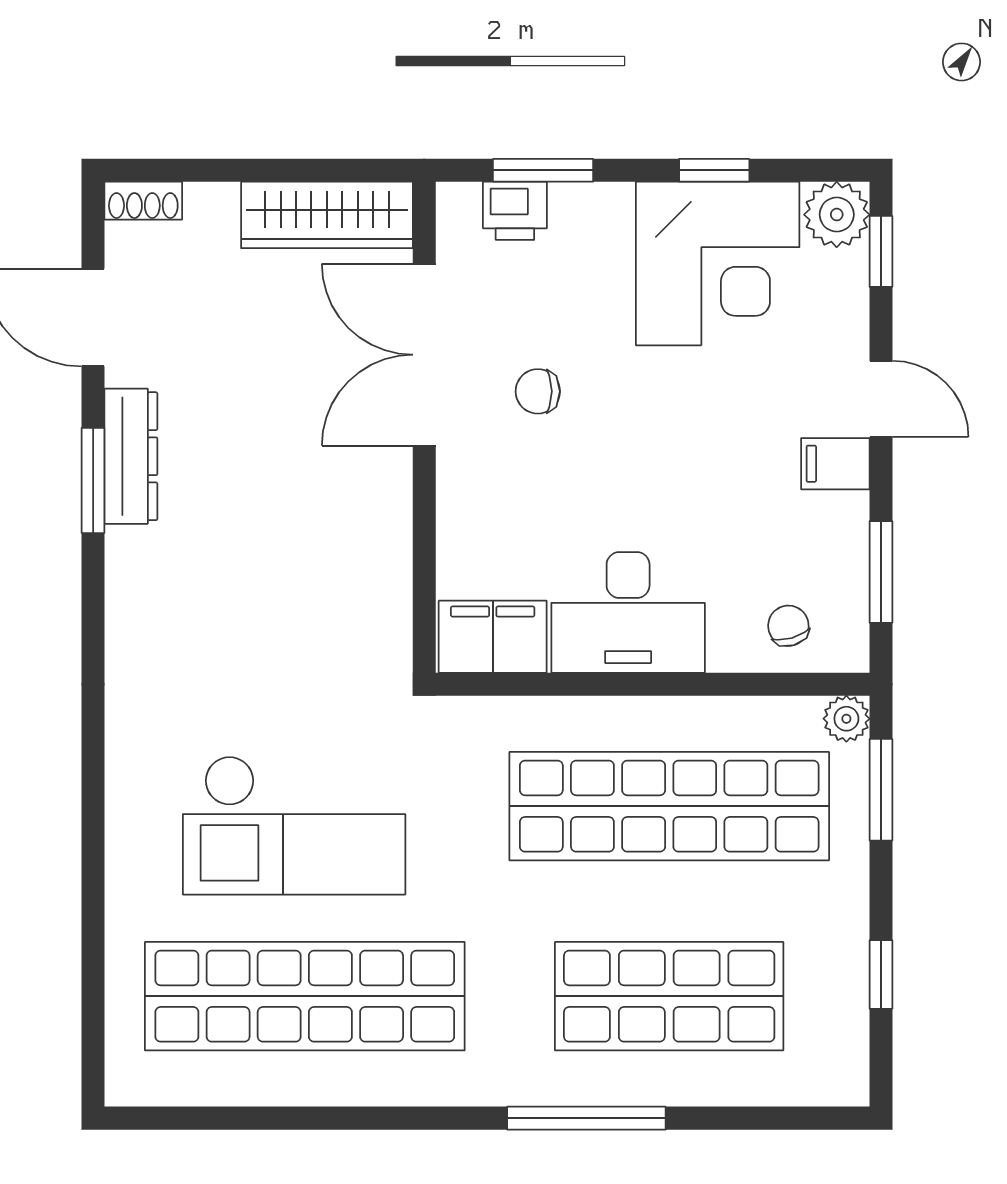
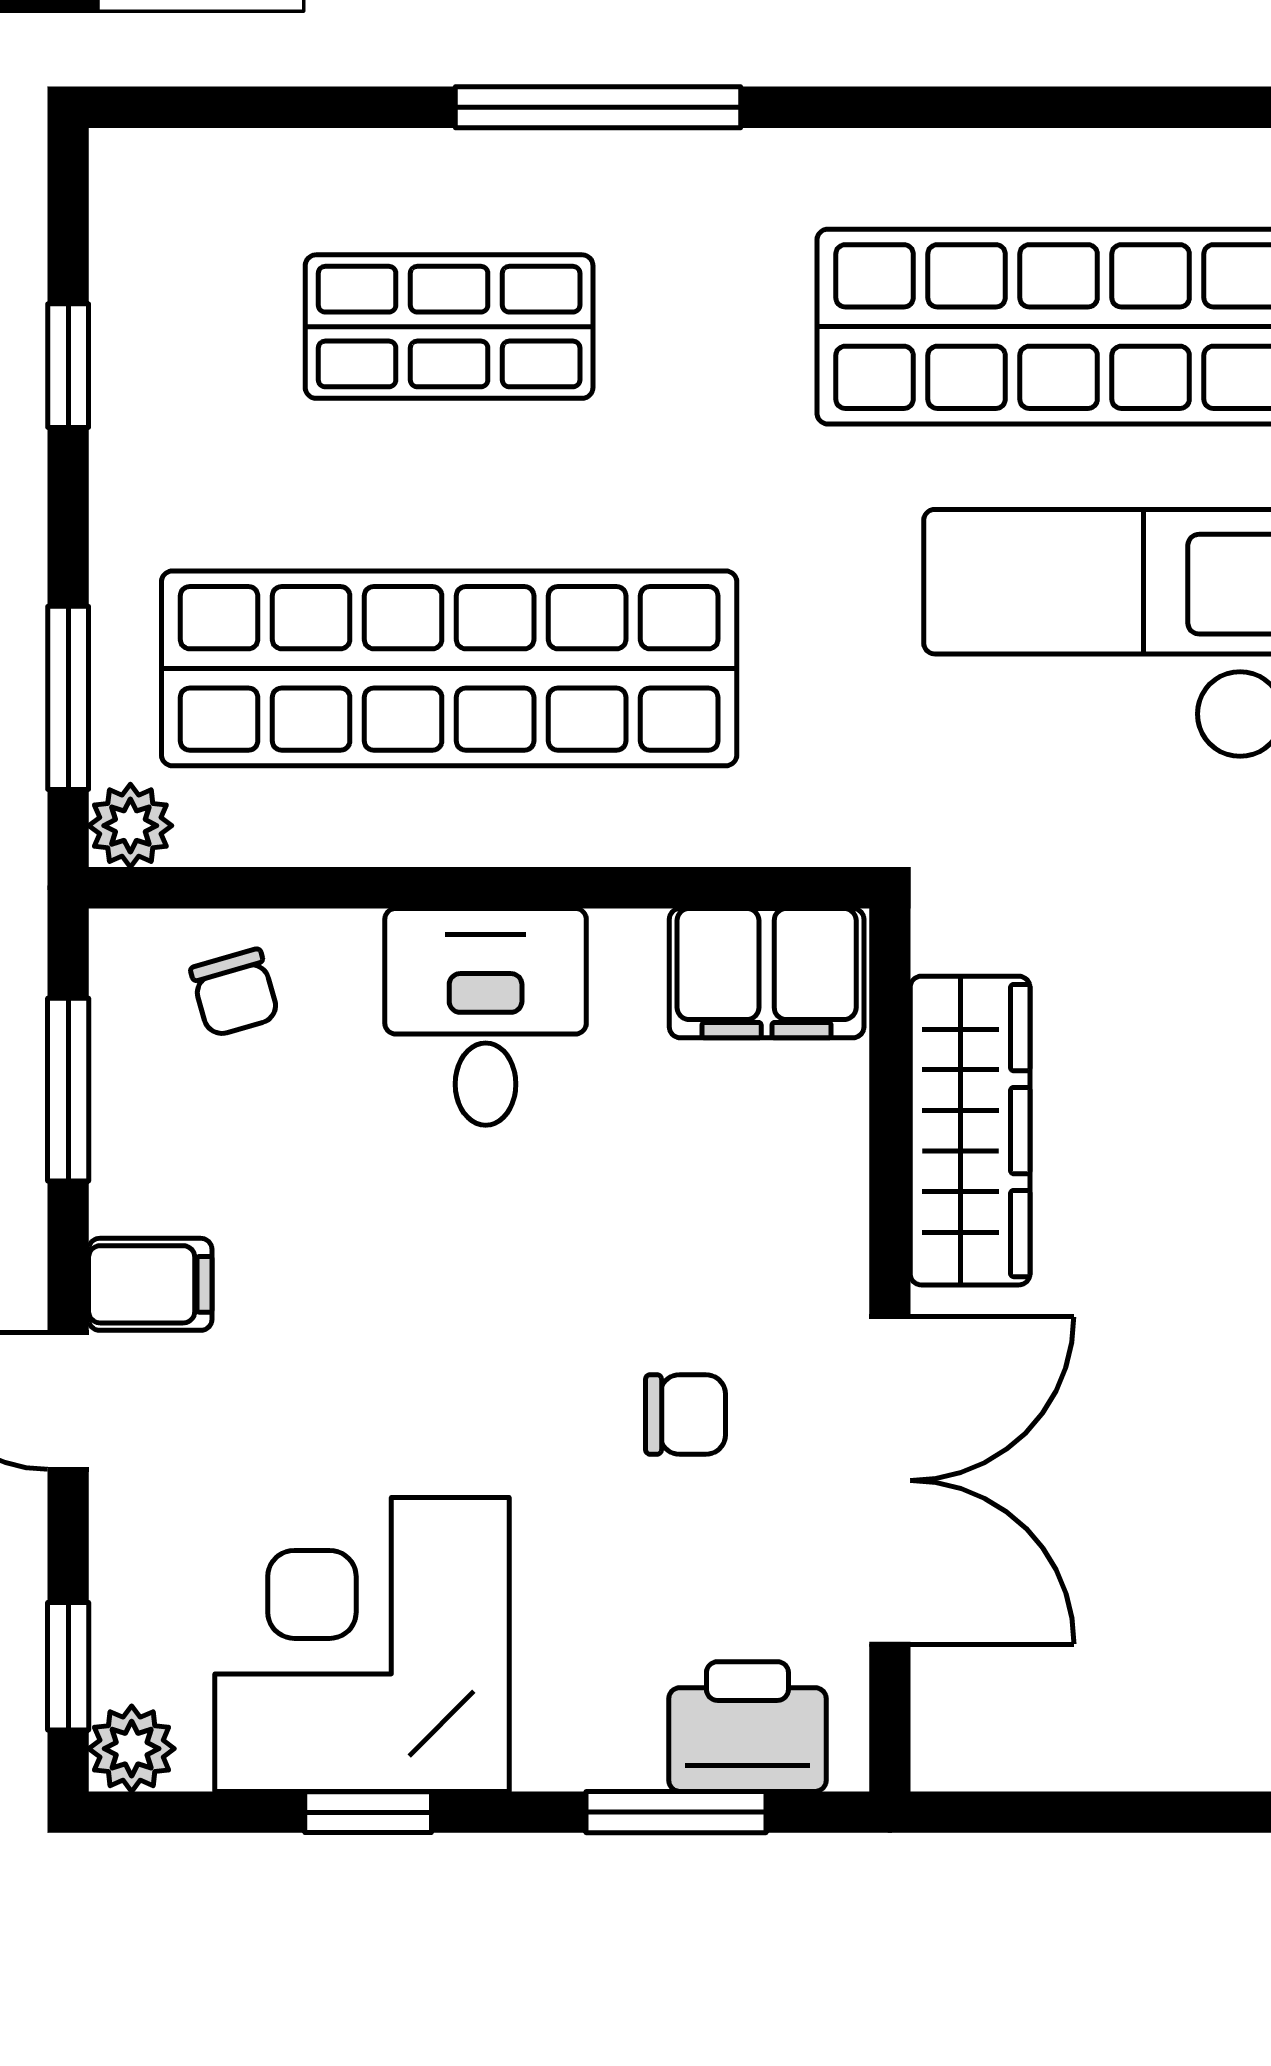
printer: (515, 211) -> (747, 1727), width x1.36, depth x1.24
wardrobe: (327, 215) -> (970, 1131), moved, turned 90
plant: (837, 215) -> (132, 1749), width x0.73, depth x0.73
desk: (628, 612) -> (486, 1017), width x0.73
shop shelf: (669, 996) -> (449, 327), width x0.70, depth x0.74

